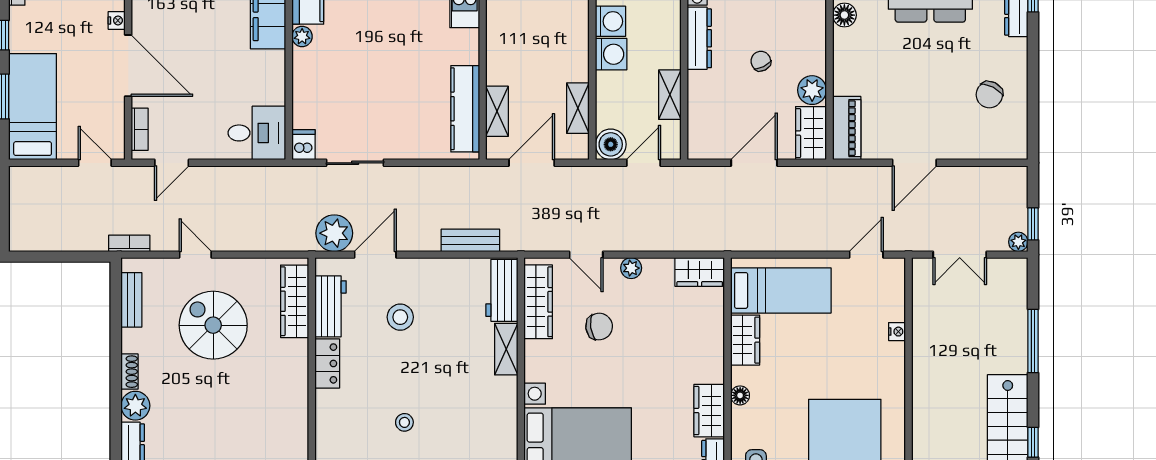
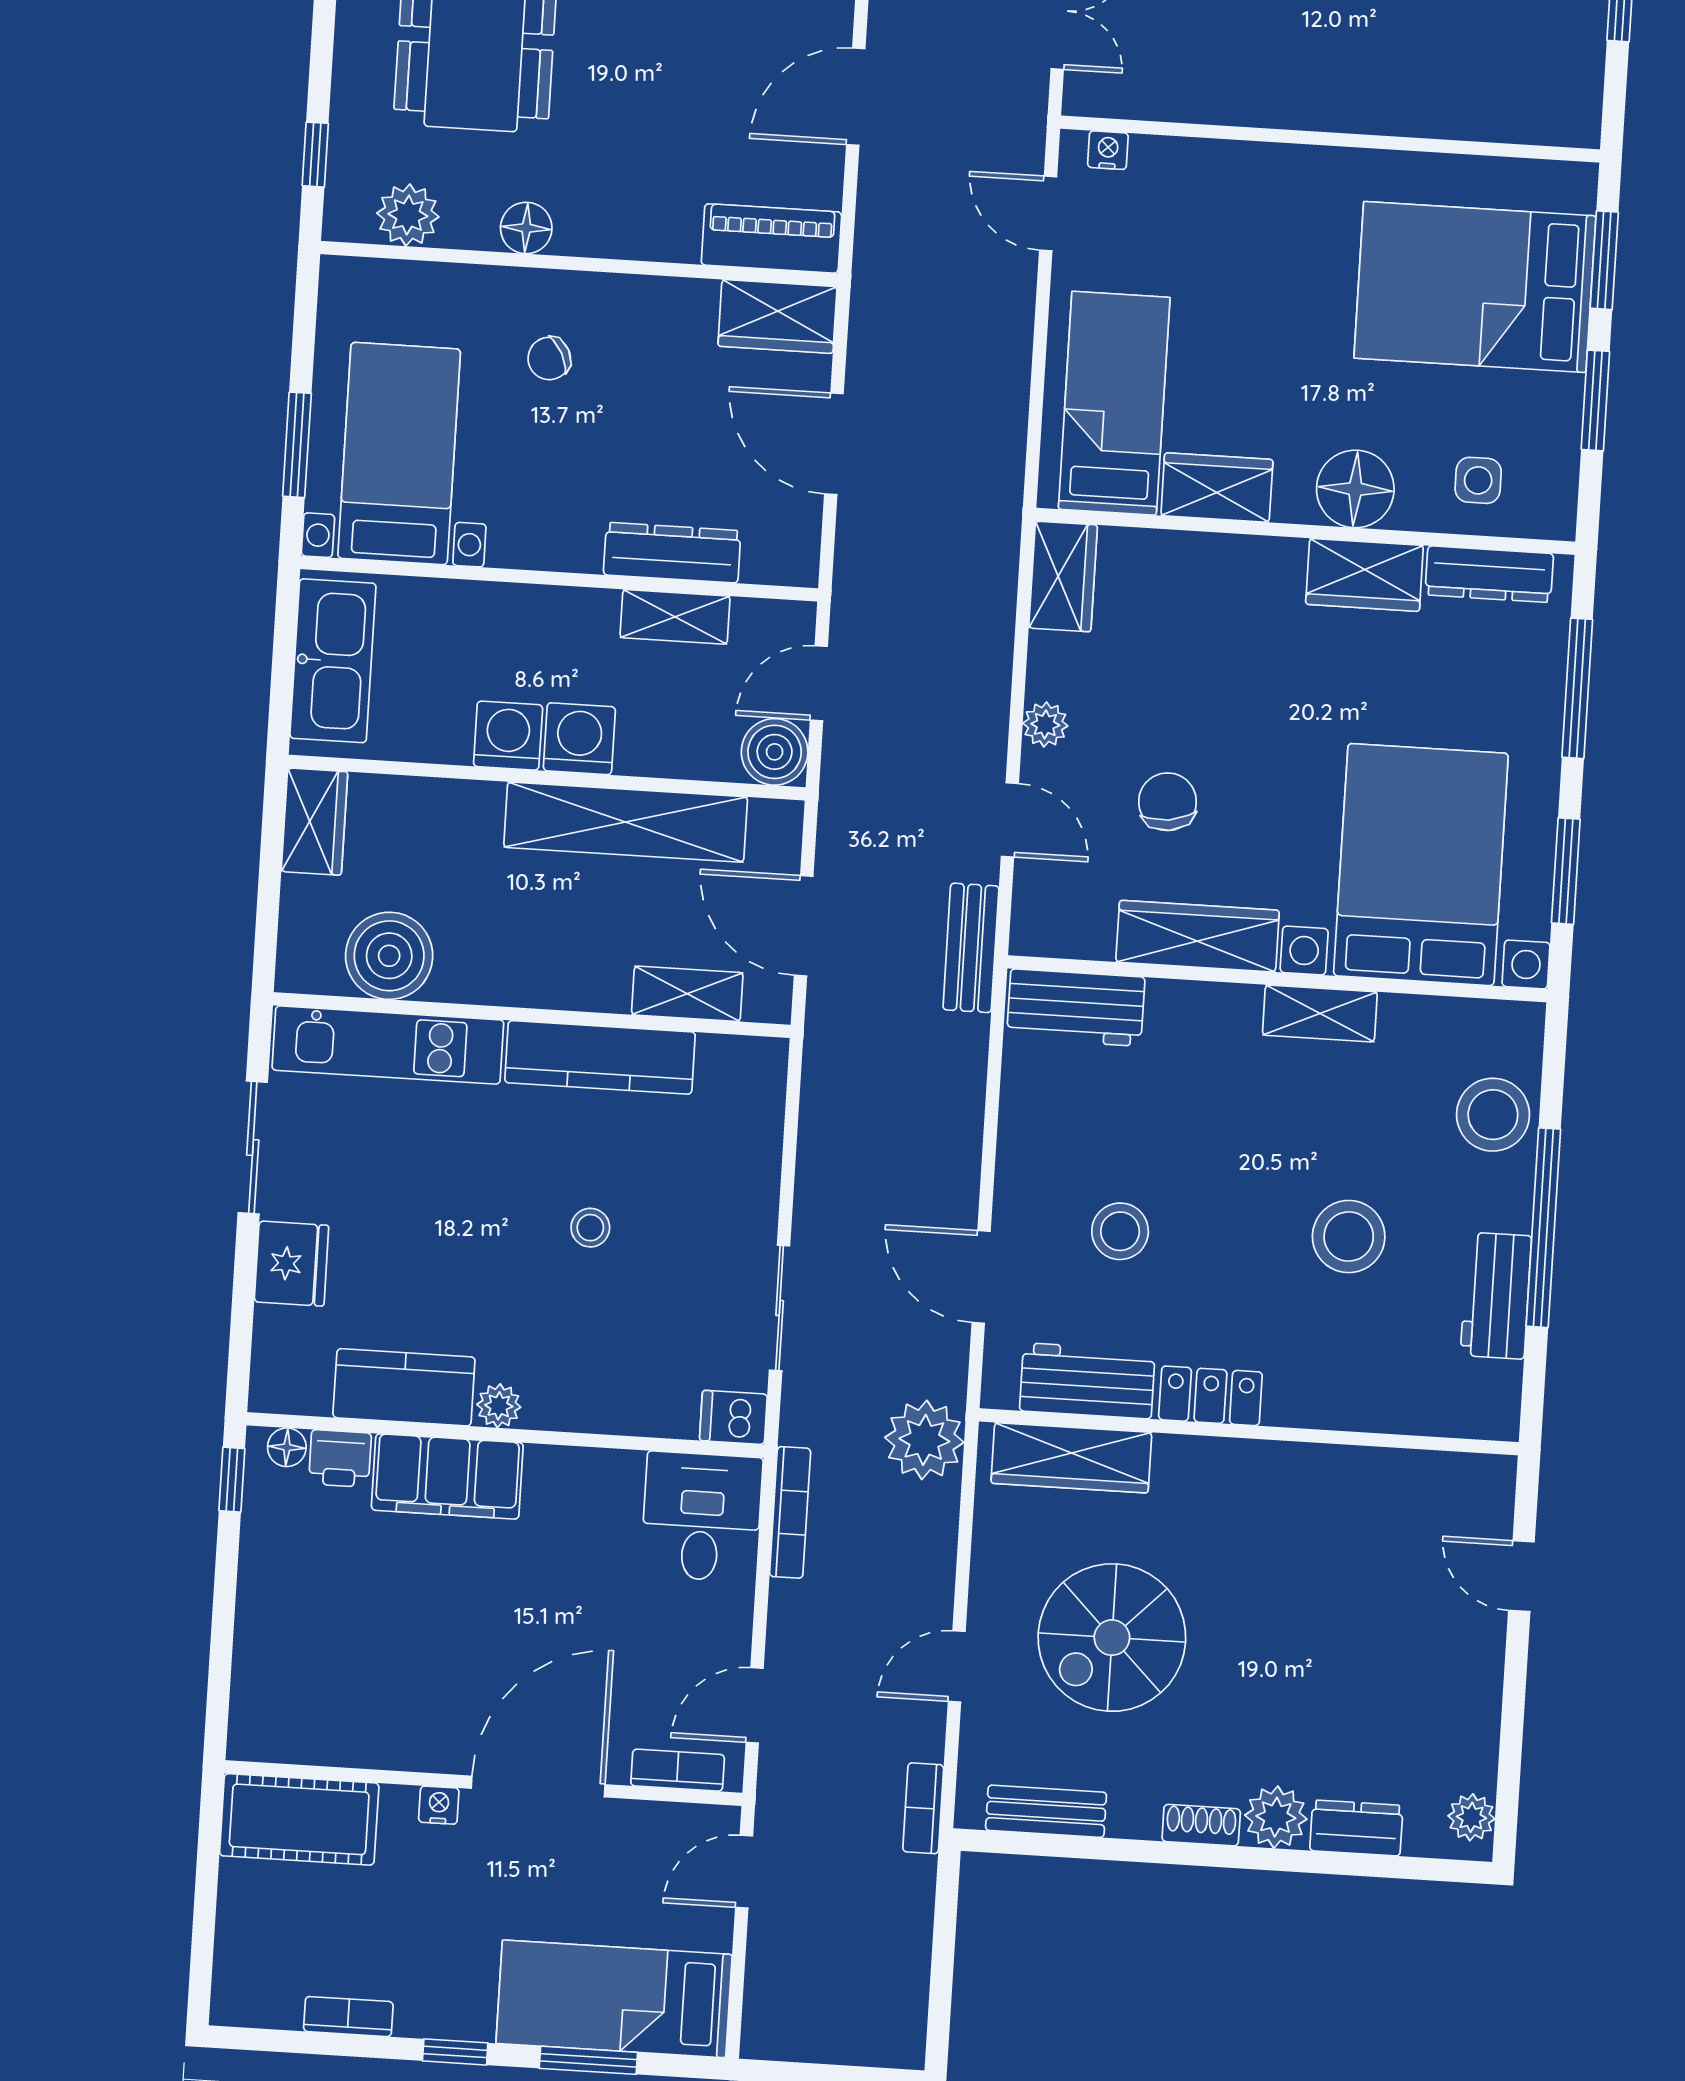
dresser: (699, 38) -> (672, 553), moved
chair: (761, 61) -> (549, 358), moved
stool: (387, 73) -> (590, 1228), added
plant: (812, 90) -> (684, 308), removed
shelving: (578, 108) -> (626, 822), width x2.20, depth x1.33
kitchen counter: (465, 109) -> (600, 1057), moved
door: (172, 163) -> (755, 1705), swing flipped
door: (644, 163) -> (819, 683), hinge flipped
door: (914, 163) -> (856, 97), swing flipped
bookcase: (261, 174) -> (790, 1512), added
plant: (334, 233) -> (924, 1440), moved
bench: (470, 240) -> (971, 948), moved
door: (586, 255) -> (1010, 820), hinge flipped
wardrobe: (538, 302) -> (1198, 936), moved
nightstand: (897, 332) -> (1108, 150), moved
shelving: (506, 349) -> (1320, 1013), moved
floor lamp: (740, 395) -> (1355, 489), width x1.89, depth x1.89
stool: (404, 422) -> (1349, 1237), width x1.89, depth x1.89

